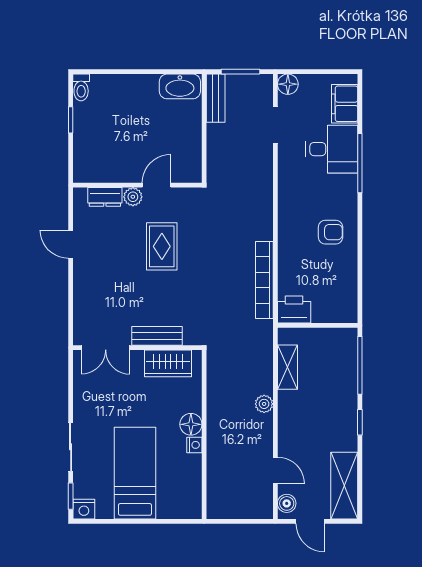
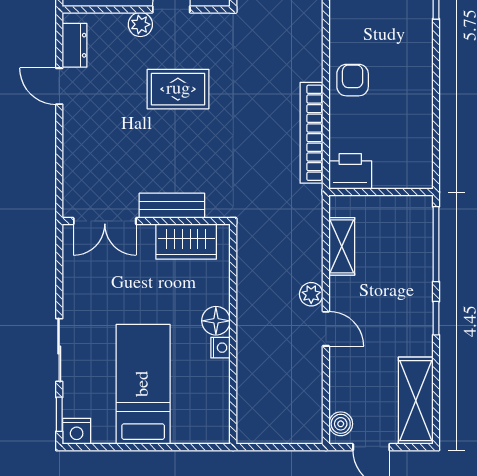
dresser: (105, 197) -> (74, 45), moved, turned -90
armchair: (331, 232) -> (353, 80), moved, turned -90
rug: (162, 246) -> (178, 89), turned 90
door: (275, 471) -> (326, 329), moved

